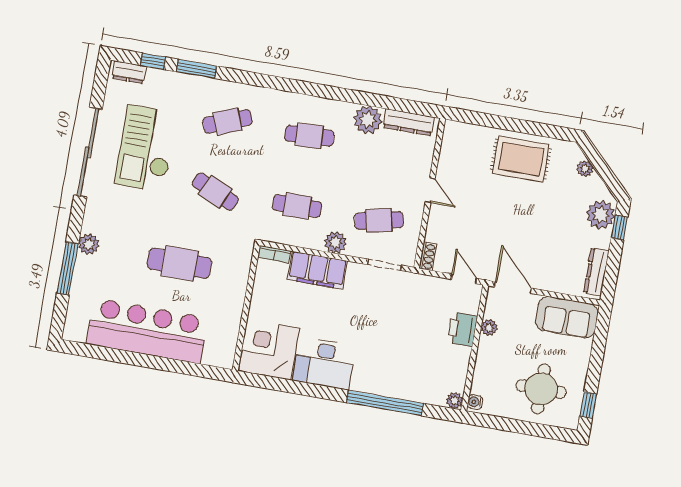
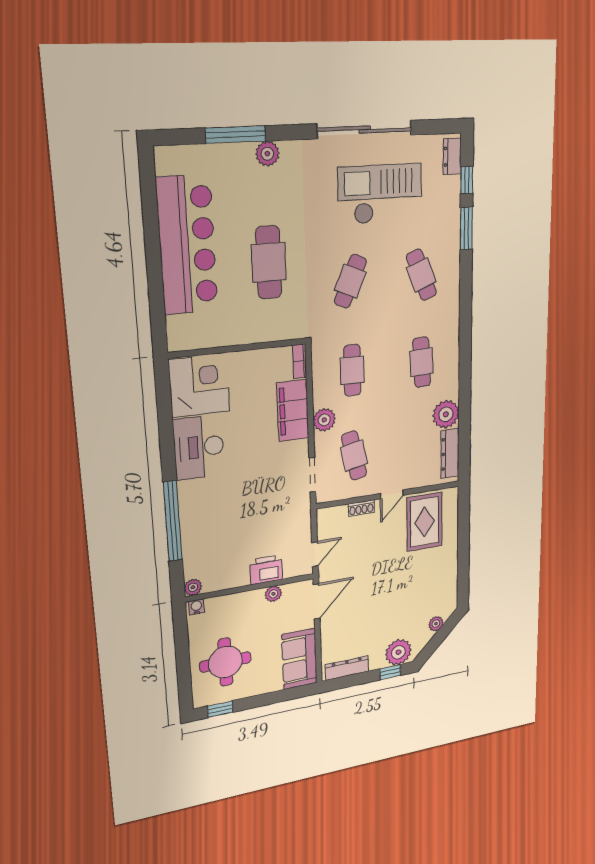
rug: (521, 159) -> (425, 522), moved
shoe rack: (428, 256) -> (361, 508), moved

